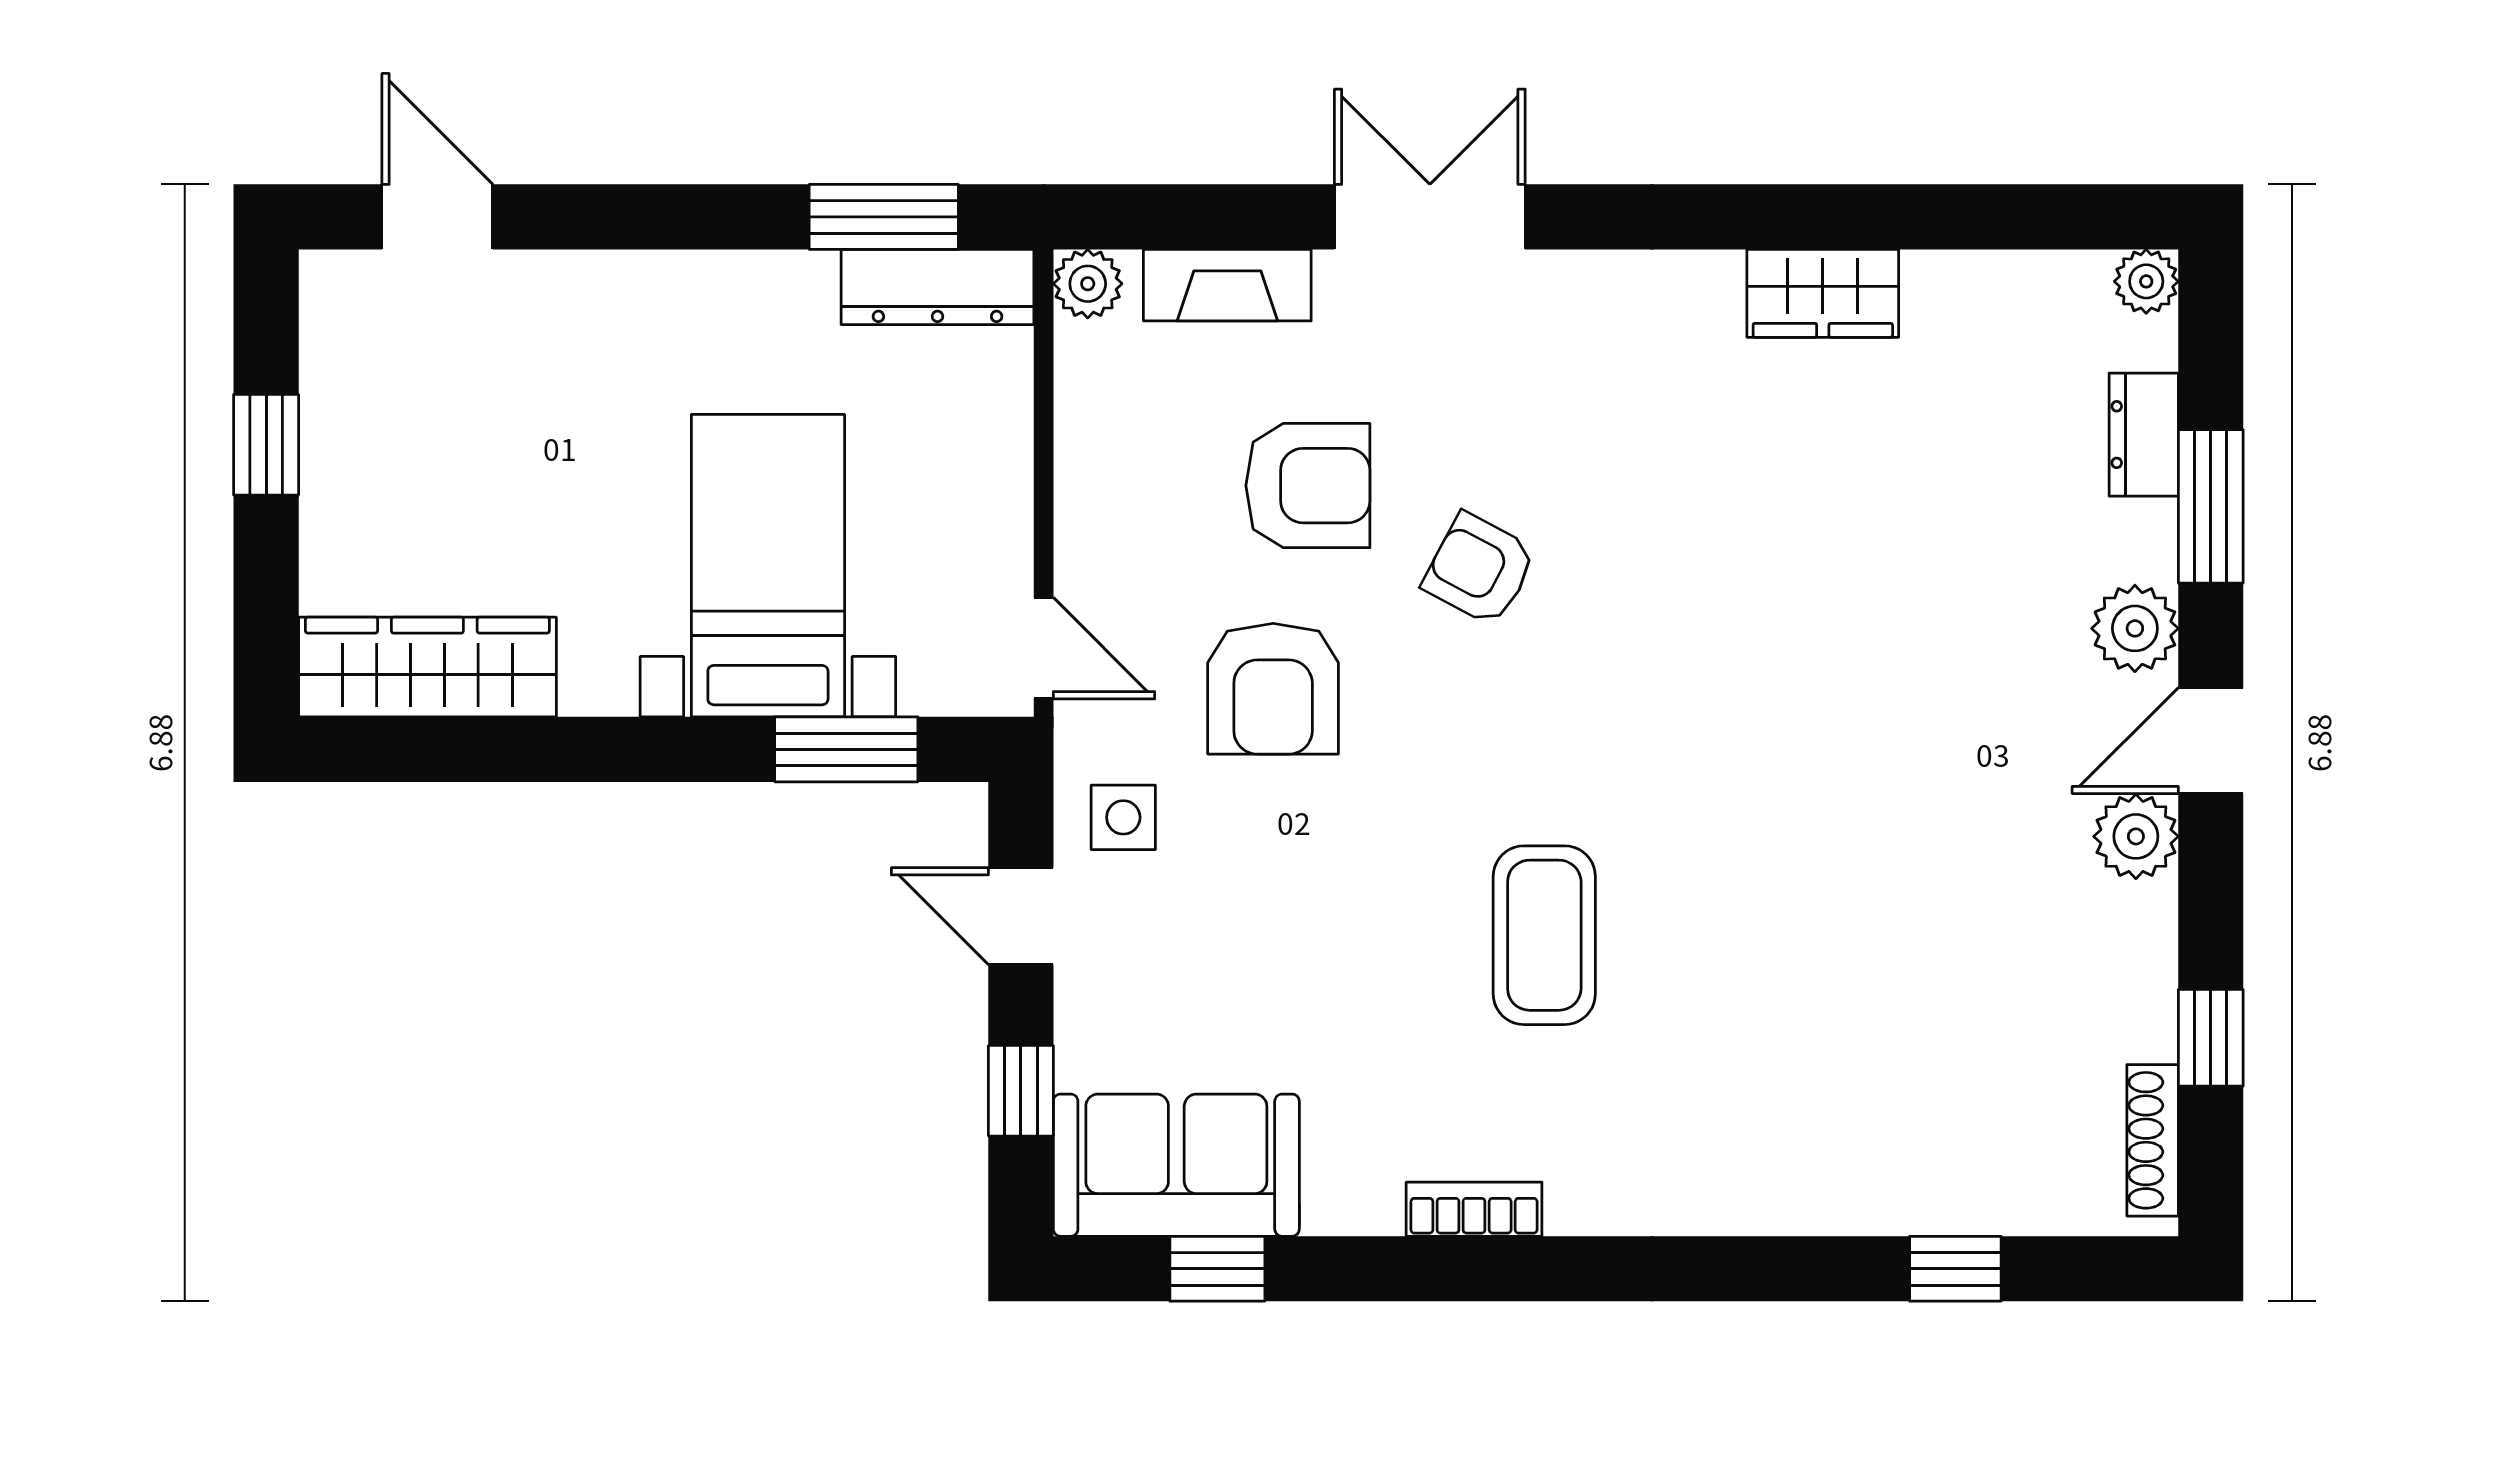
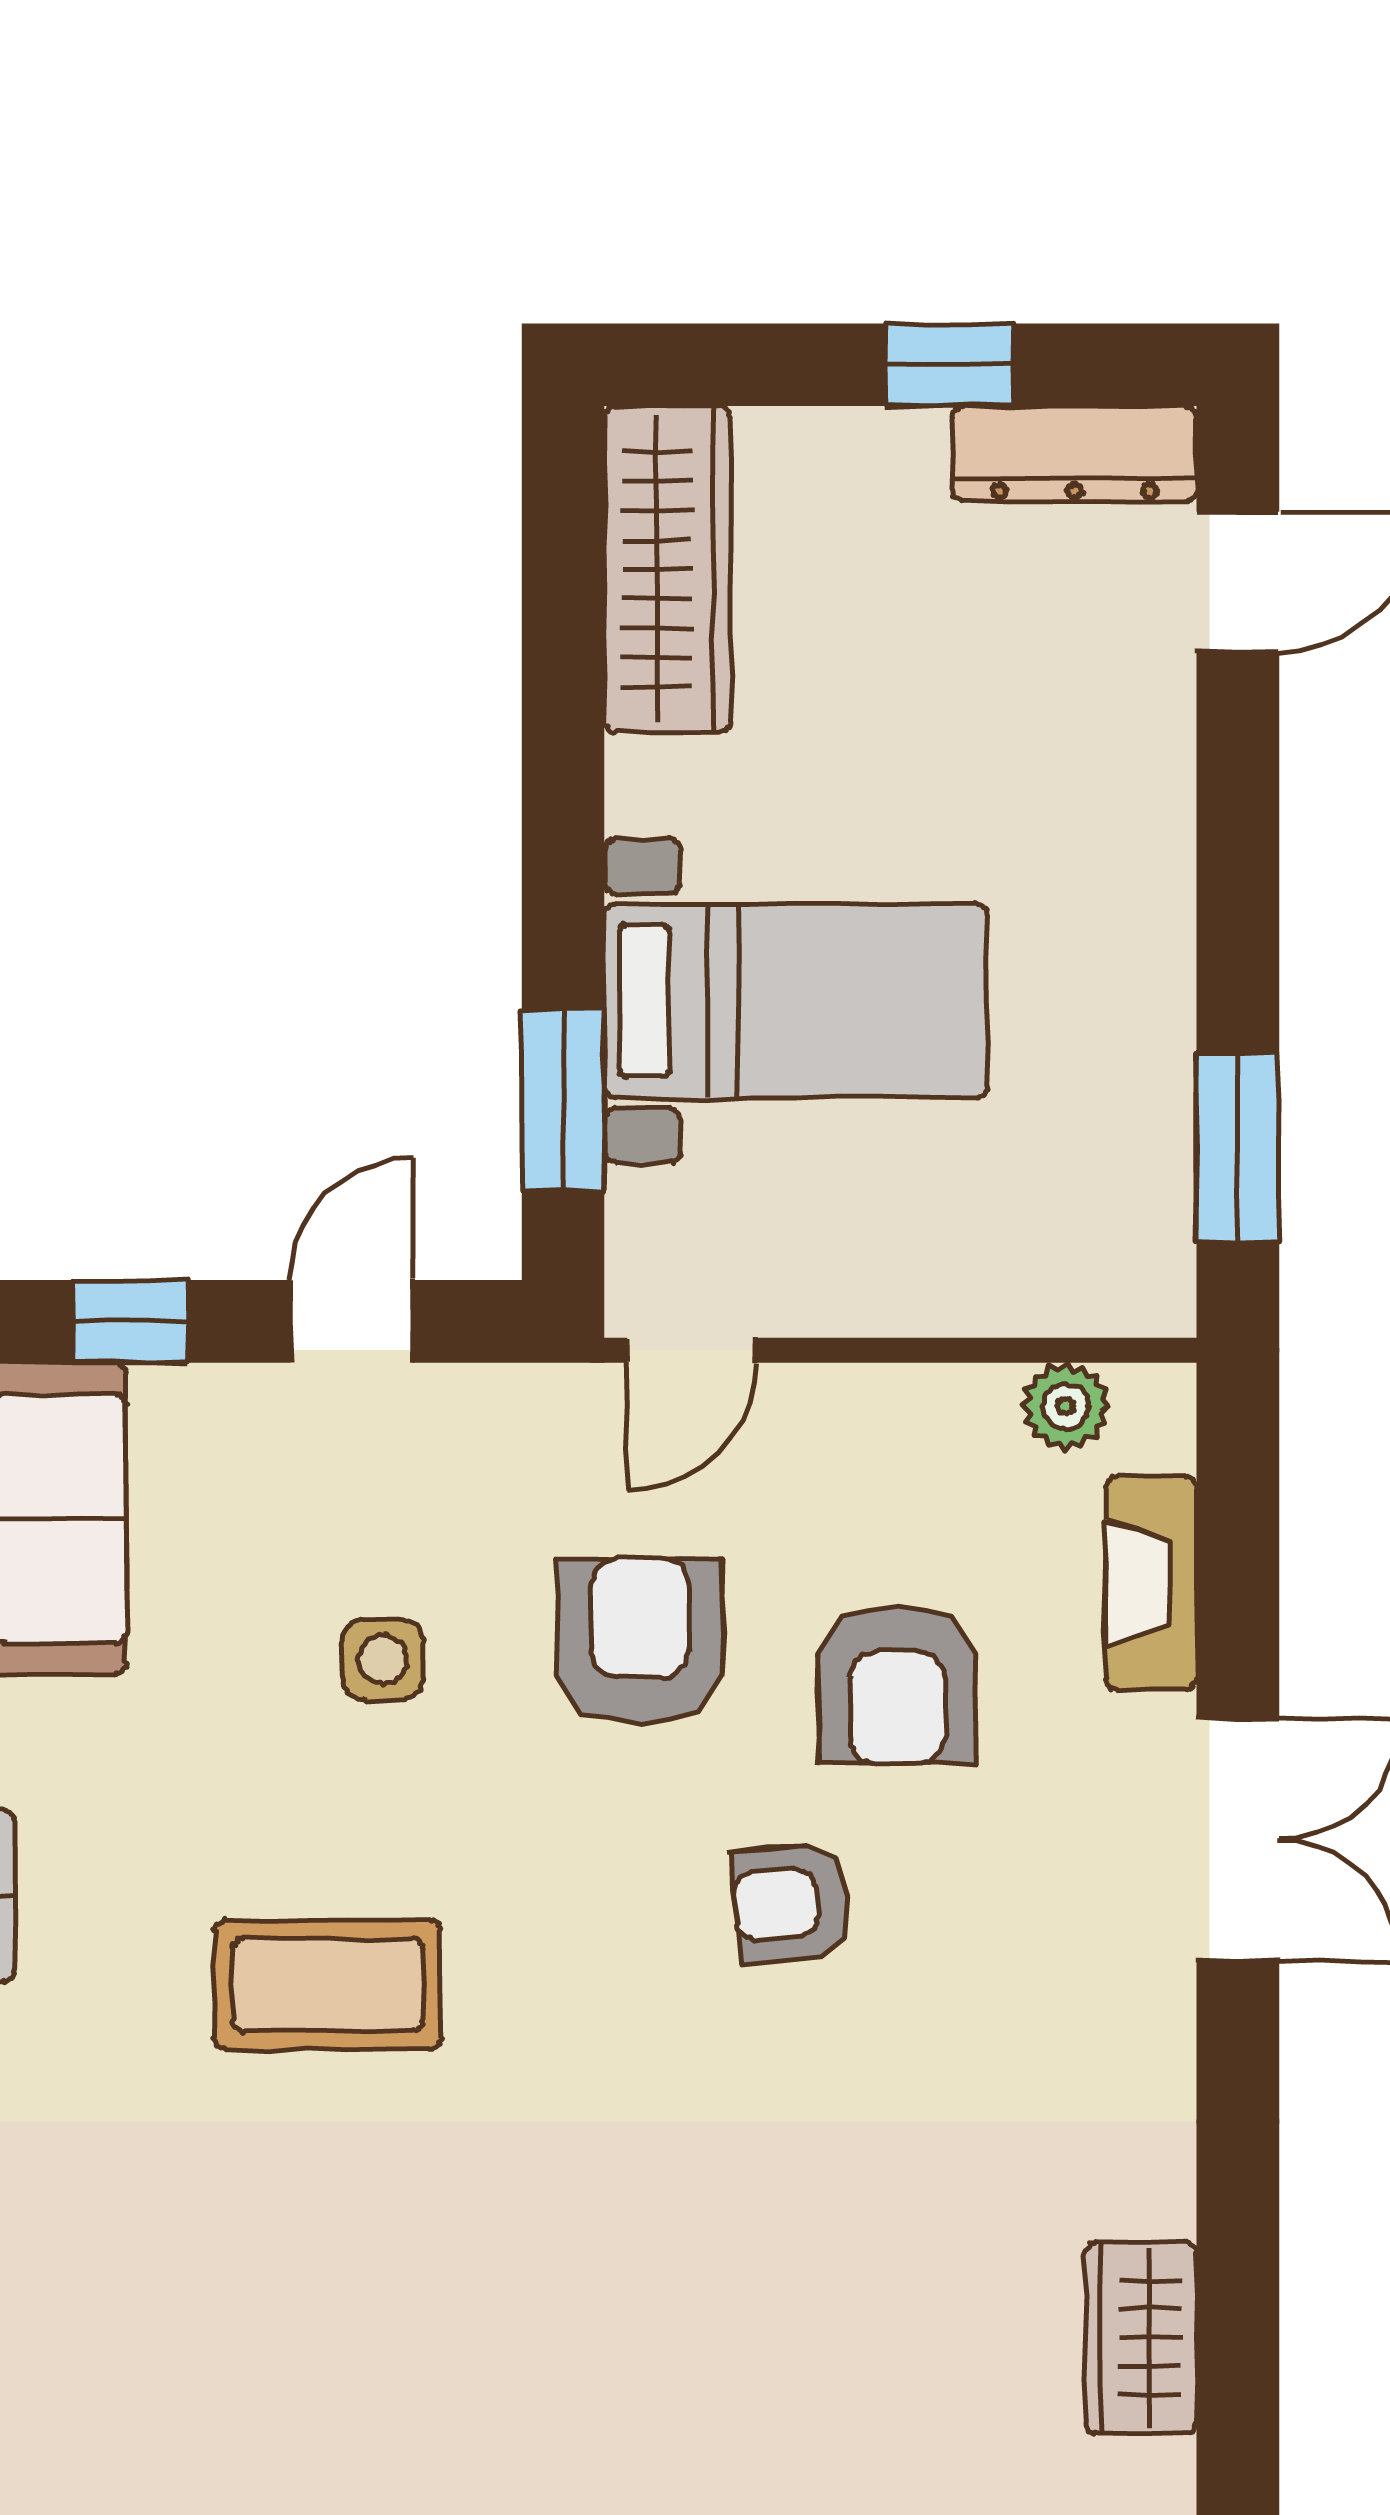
plant: (1088, 284) -> (1066, 1406), moved
dresser: (938, 287) -> (1075, 454), moved, turned -90
armchair: (1480, 569) -> (791, 1903), turned -124
armchair: (1273, 689) -> (640, 1641), turned 90
side table: (1123, 817) -> (383, 1659), moved

